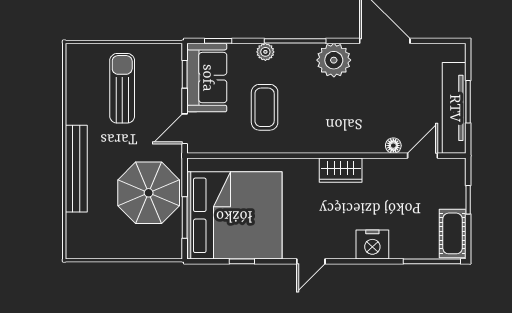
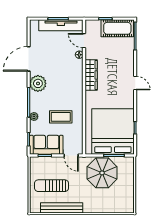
bench: (76, 169) -> (62, 208), moved
wardrobe: (341, 170) -> (91, 75), width x1.50
cot: (453, 233) -> (117, 28), width x1.37, depth x1.34
nightstand: (372, 244) -> (127, 65), removed
door: (311, 261) -> (135, 83), moved

